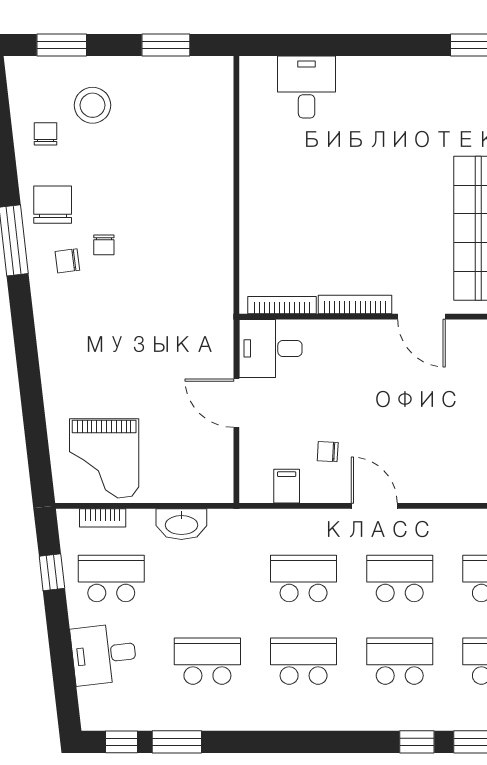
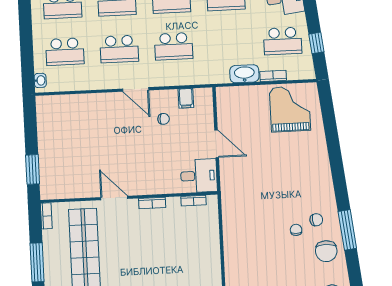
bookcase: (355, 304) -> (152, 203), width x0.64
bookcase: (282, 305) -> (193, 201), width x0.64
bookcase: (103, 518) -> (273, 76), moved

